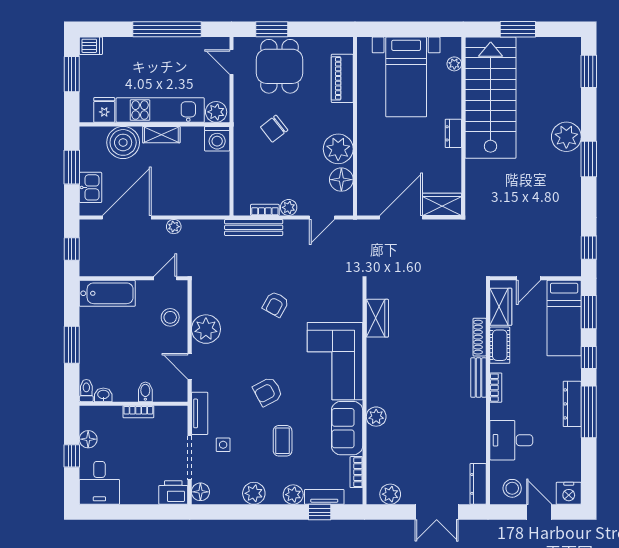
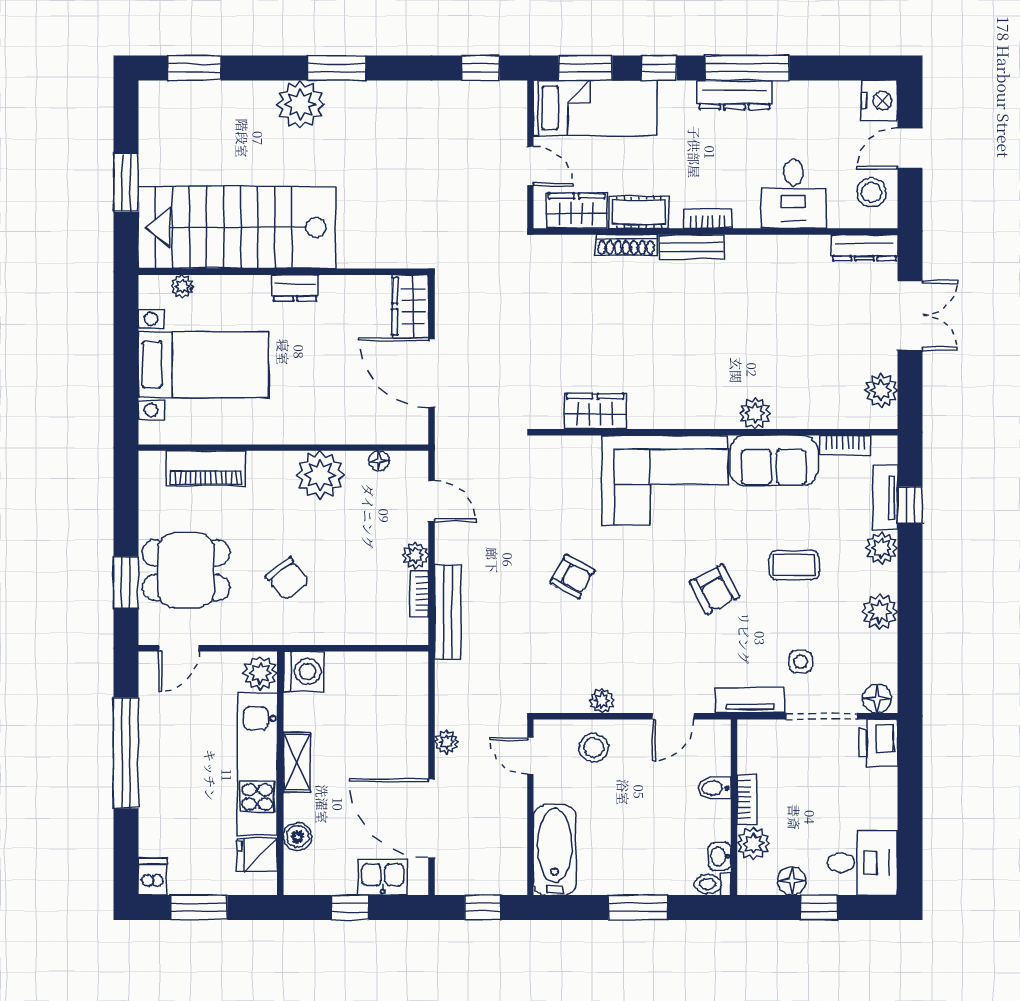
boiler: (123, 142) -> (298, 837), width x0.54, depth x0.54
window: (72, 167) -> (350, 908), width x0.67
floor lamp: (341, 180) -> (379, 461), width x0.53, depth x0.53
plant: (206, 329) -> (602, 701), width x0.53, depth x0.53
plant: (111, 416) -> (754, 843), added

